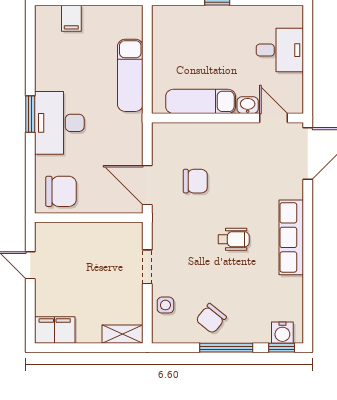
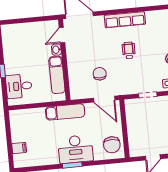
desk: (280, 50) -> (19, 86), moved, turned -90
exam couch: (130, 75) -> (65, 112), moved
door: (147, 185) -> (104, 99), hinge flipped
chair: (61, 191) -> (112, 145), turned 180

